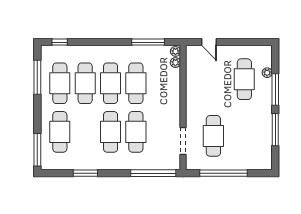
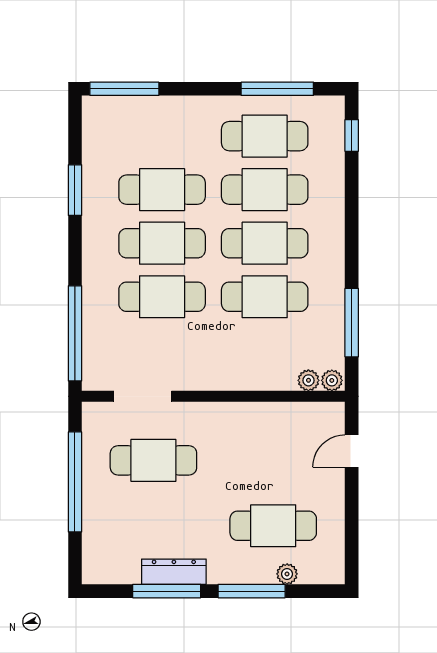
dresser: (266, 126) -> (174, 572), added
cafe table: (60, 132) -> (162, 190), moved

